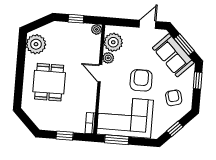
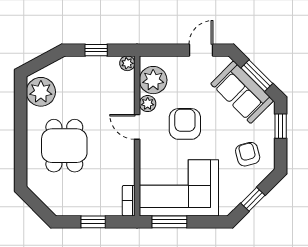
armchair: (141, 80) -> (185, 124), moved

